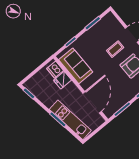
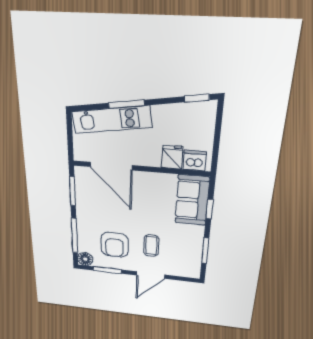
sofa: (76, 66) -> (192, 200), moved, turned 90

